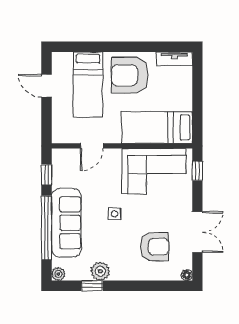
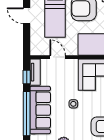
door: (92, 146) -> (58, 57), swing flipped
tv unit: (59, 168) -> (35, 72), added

